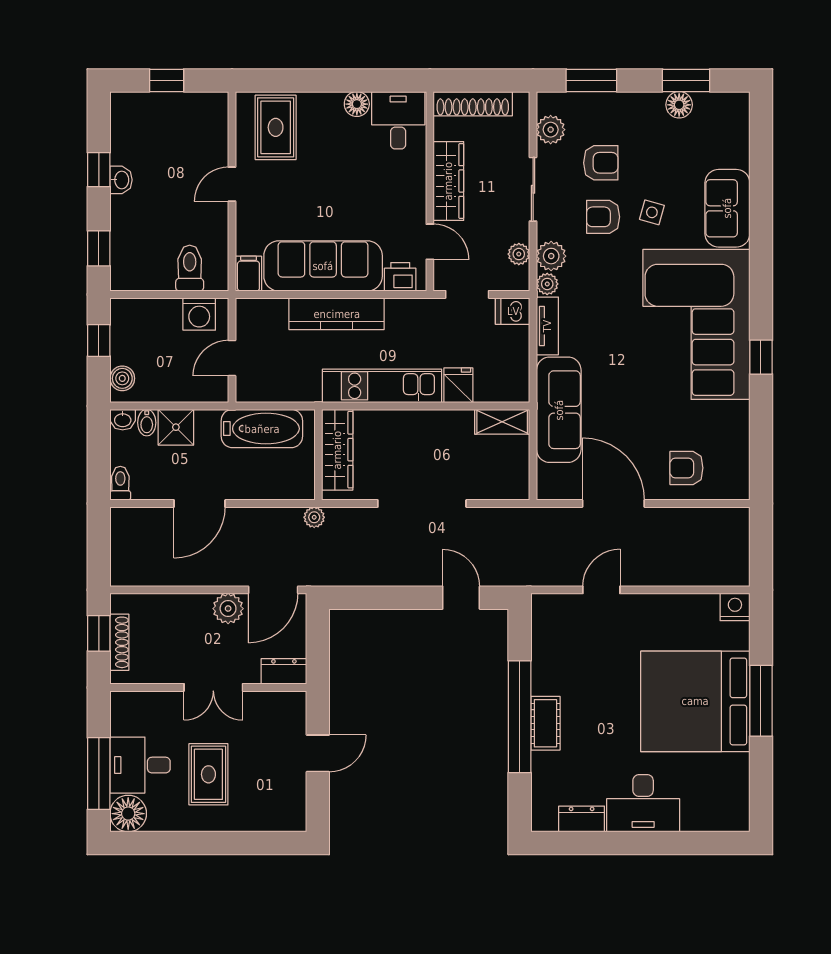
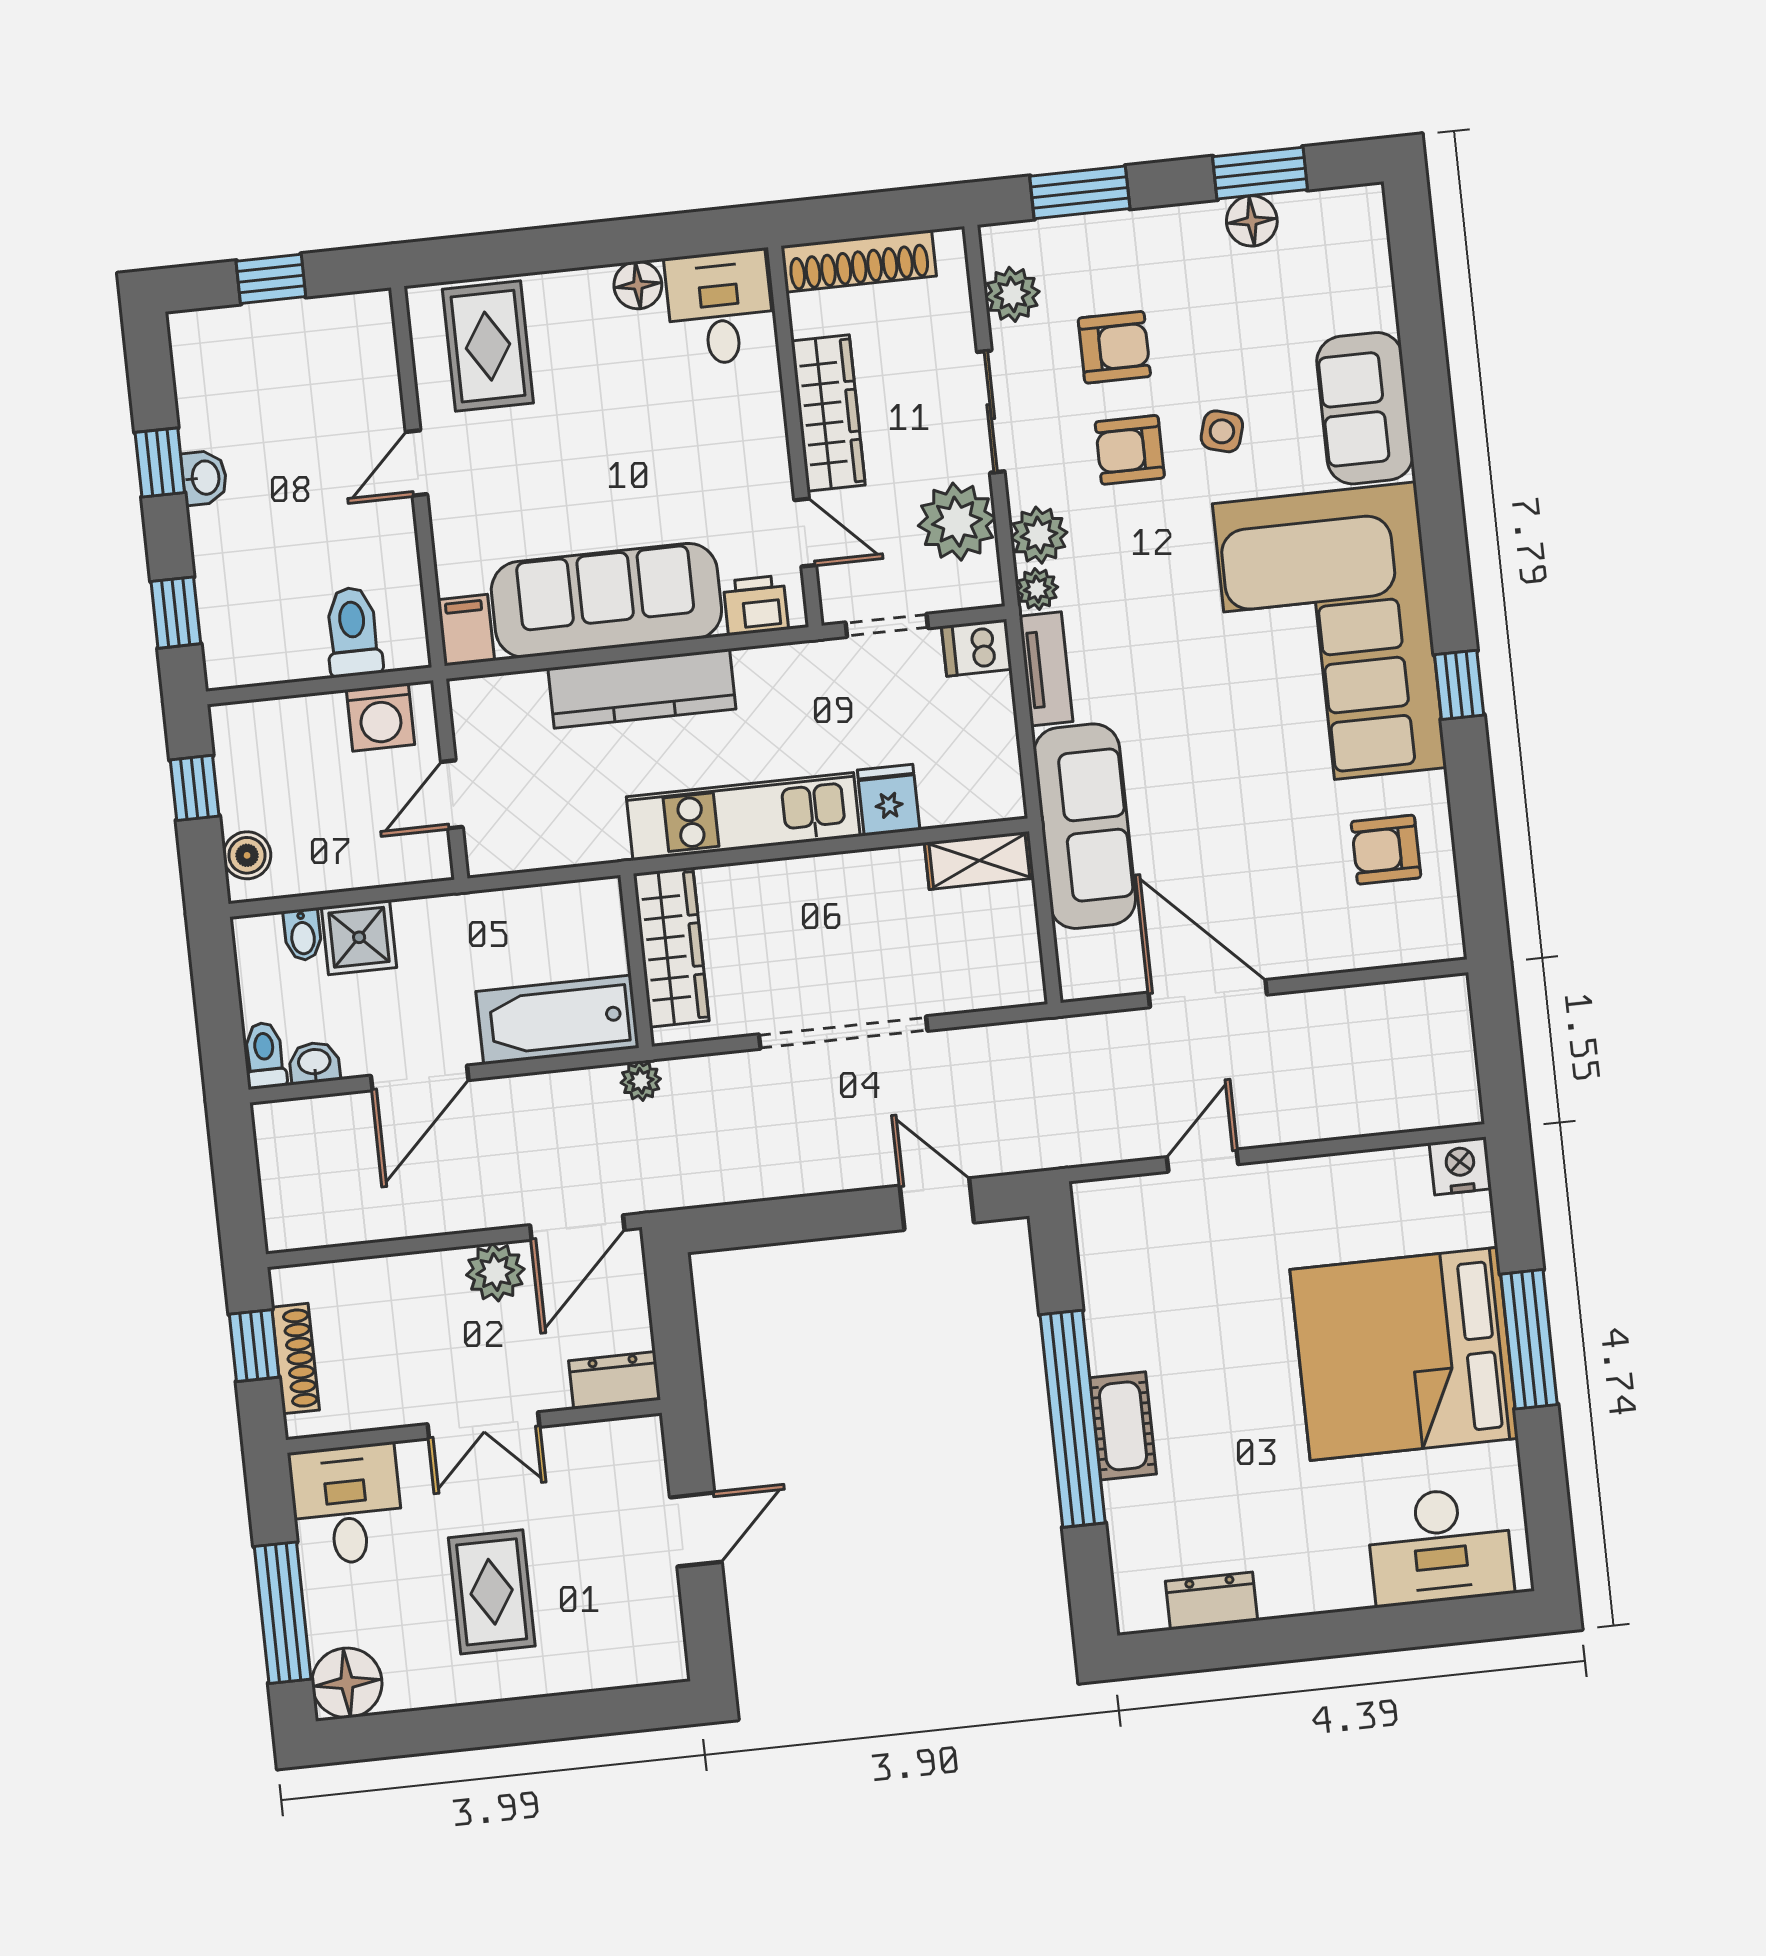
plant: (519, 254) -> (957, 522), width x1.88, depth x1.88
washbasin: (123, 420) -> (314, 1063), moved, turned 180
bathtub: (262, 429) -> (557, 1020), moved, turned 180
armchair: (686, 468) -> (1386, 850), moved
desk: (140, 765) -> (346, 1505), moved, turned 90
desk: (643, 803) -> (1440, 1546), moved

